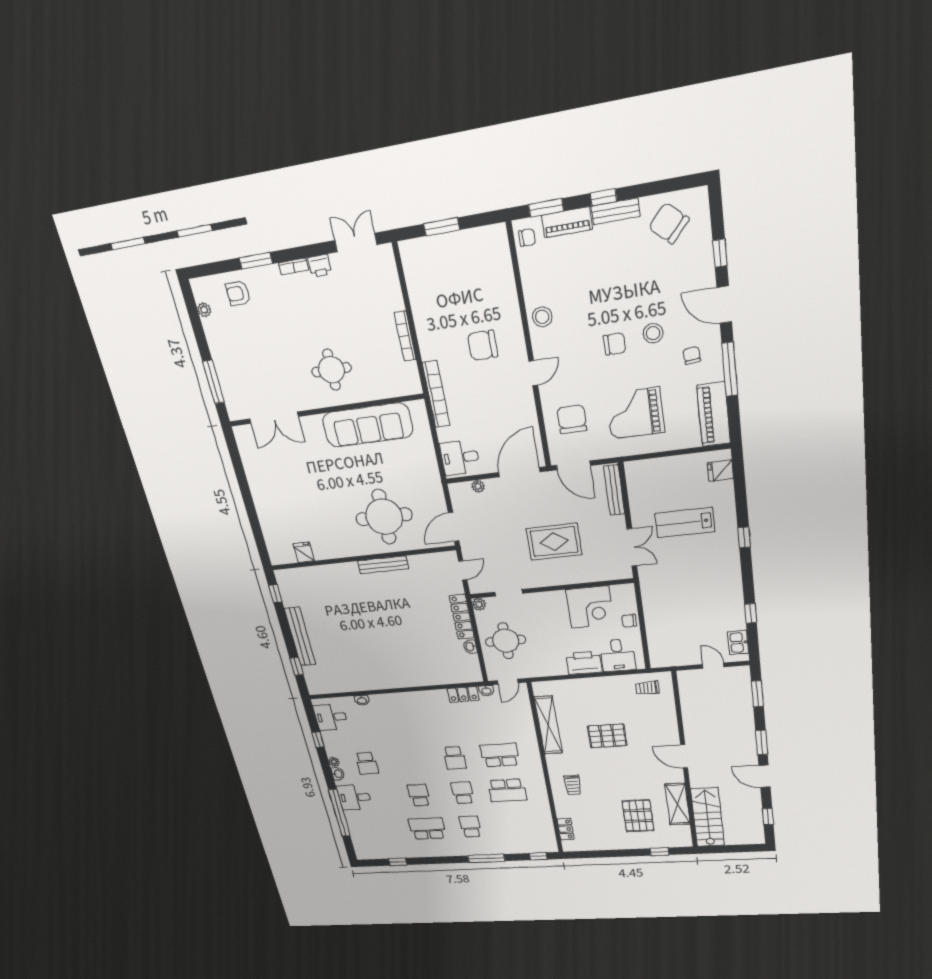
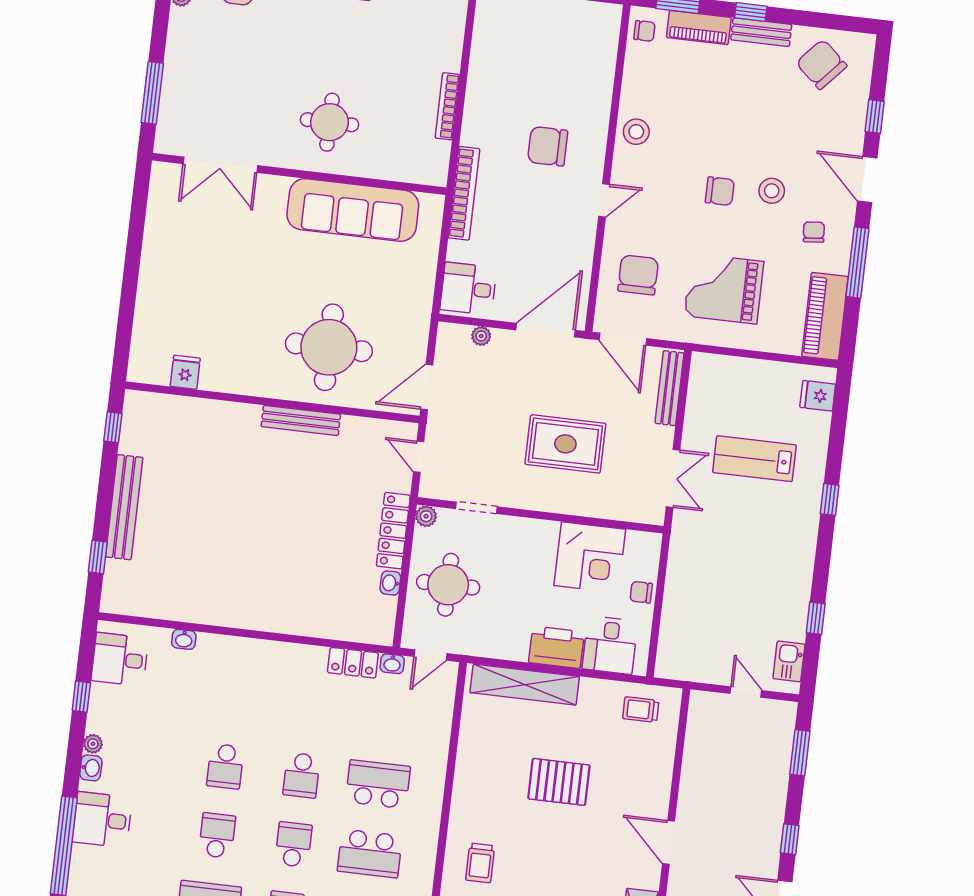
door: (463, 570) -> (419, 457), swing flipped
shelving: (548, 725) -> (525, 685), moved, turned 90
window: (762, 742) -> (790, 839), width x0.67
school desk: (367, 763) -> (225, 766), moved

